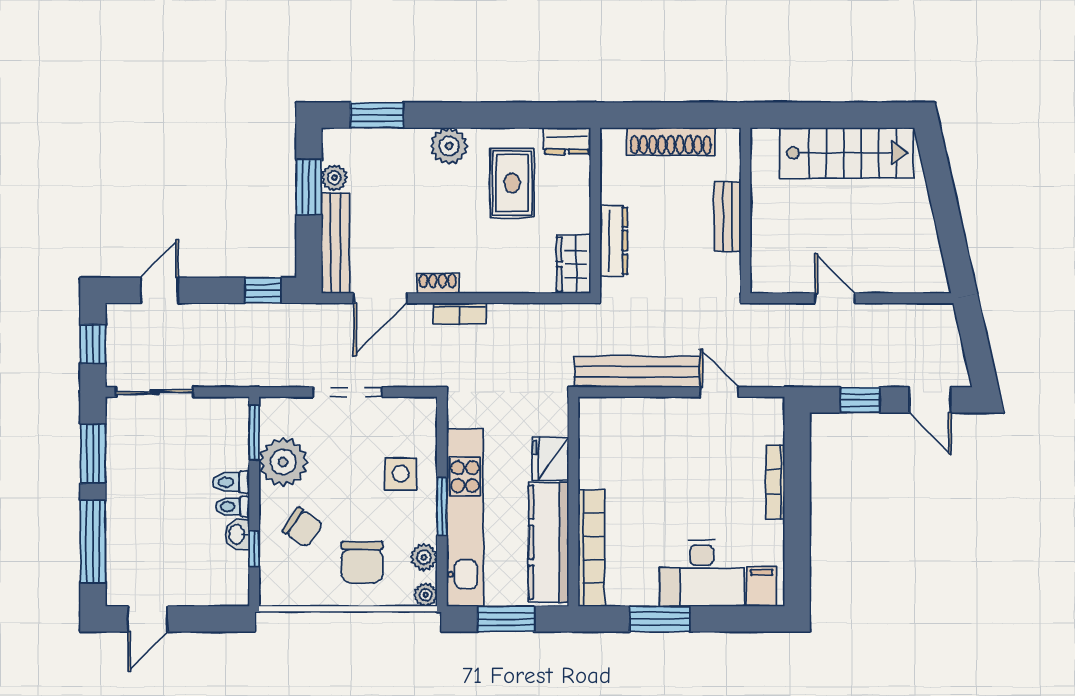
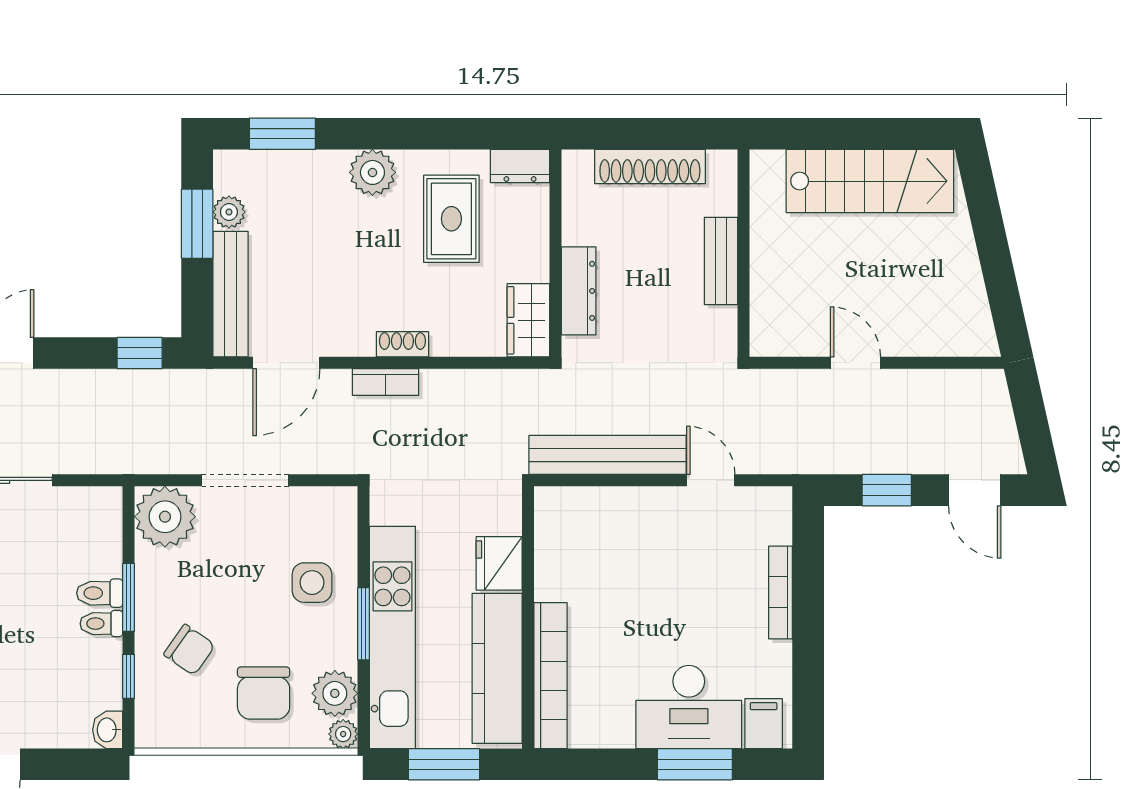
shoe rack: (438, 283) -> (402, 344), moved
window: (254, 433) -> (129, 597), moved
plant: (283, 462) -> (165, 517), moved
washbasin: (237, 534) -> (108, 730), moved
plant: (424, 557) -> (335, 693), width x1.38, depth x1.38
window: (660, 619) -> (695, 764), moved

